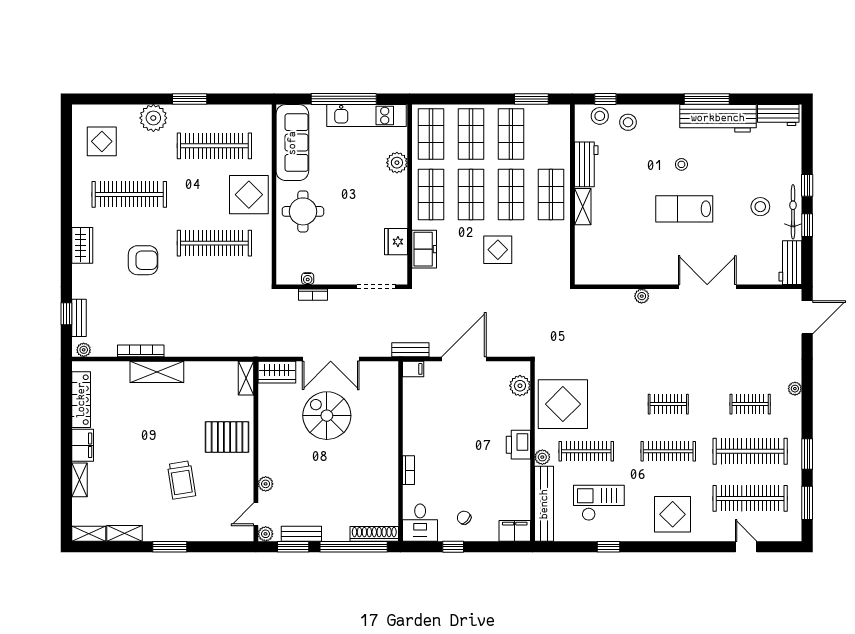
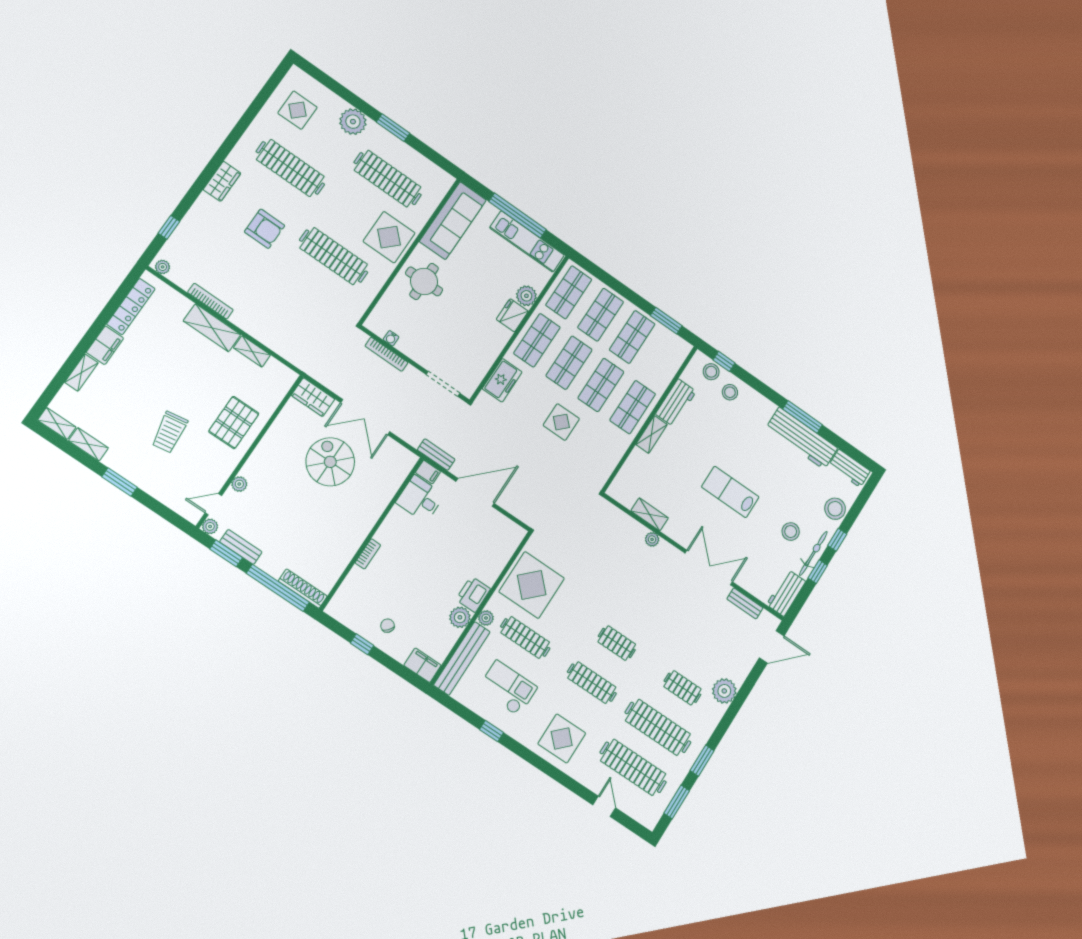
stool: (681, 164) -> (835, 509), moved, width x1.89, depth x1.89
fridge: (396, 242) -> (512, 315), moved
shelving: (626, 276) -> (650, 514), added
bookcase: (313, 295) -> (386, 354), width x1.56
bench: (79, 318) -> (745, 603), moved, turned 90
shelving: (246, 378) -> (252, 351), moved, turned 90
plant: (520, 386) -> (460, 617), moved
plant: (795, 389) -> (724, 691), width x1.88, depth x1.88
pallet: (227, 437) -> (234, 422), turned 90
desk: (420, 523) -> (420, 499), moved, turned 90

